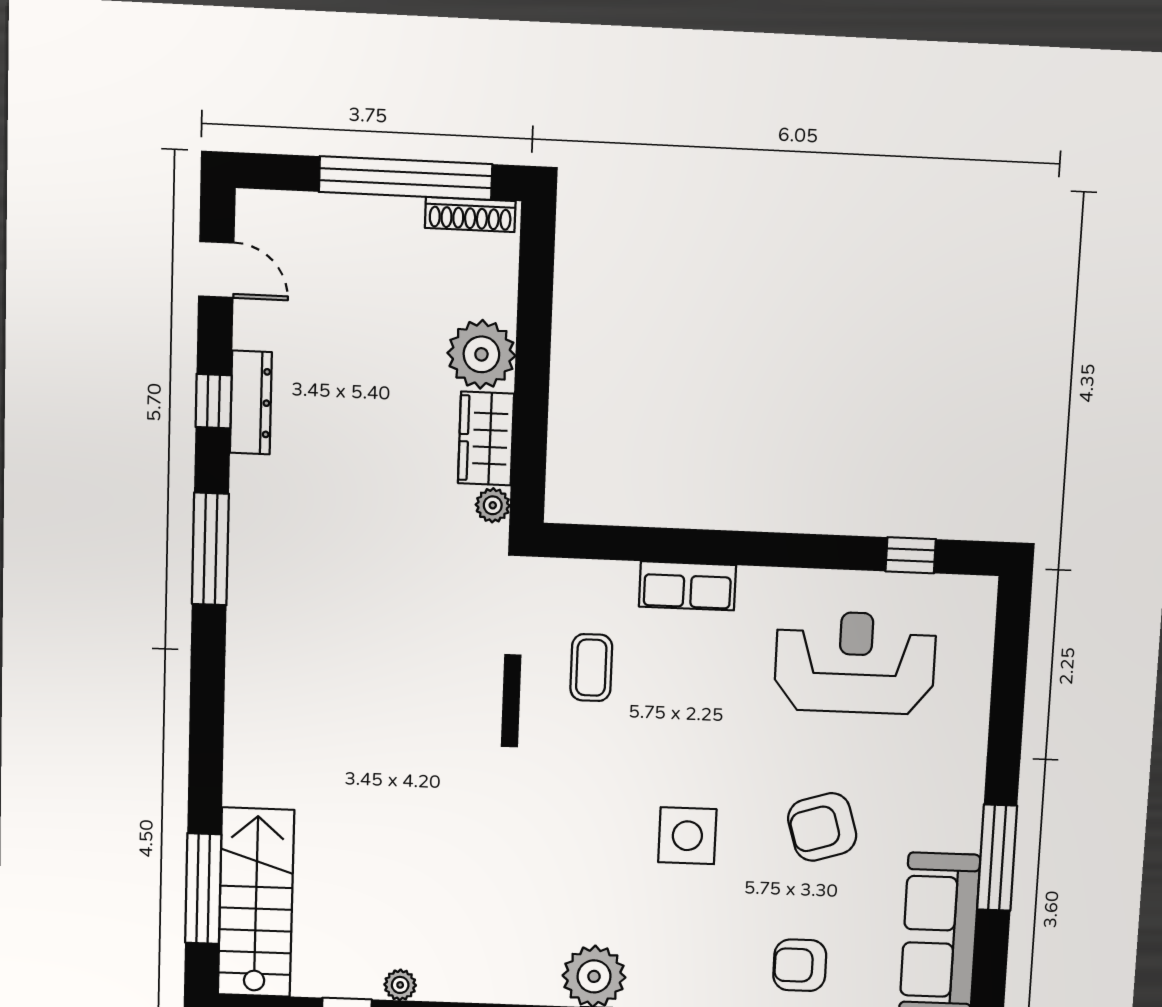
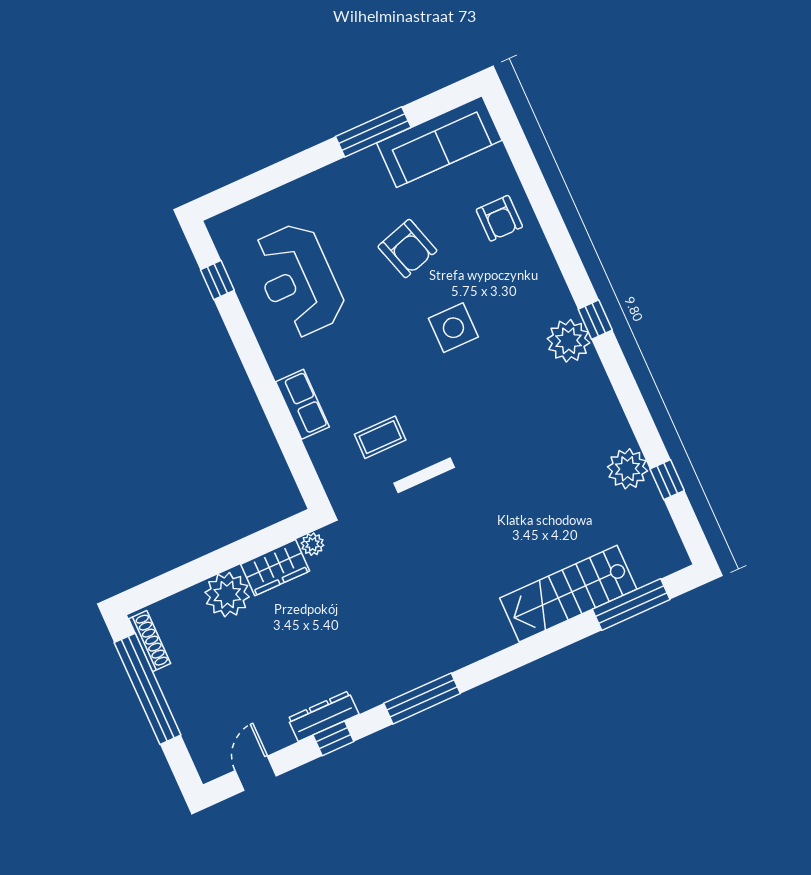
stairs: (256, 902) -> (568, 594), moved
plant: (400, 985) -> (628, 469), width x1.87, depth x1.87

